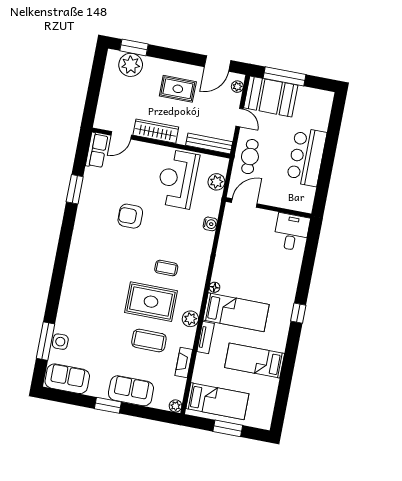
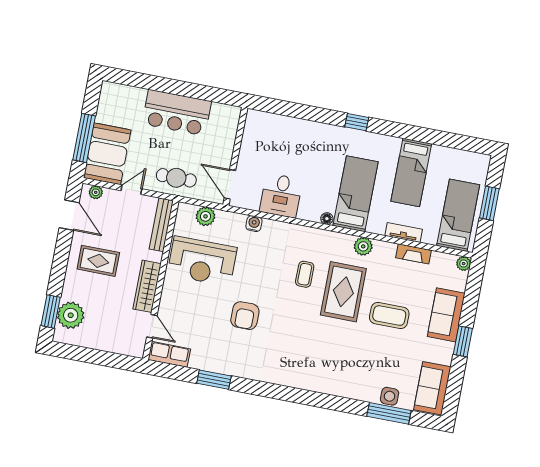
rug: (178, 89) -> (98, 261), turned 90
desk: (292, 232) -> (281, 196), moved, turned -90
tv unit: (206, 338) -> (404, 233), moved
coffee table: (149, 340) -> (389, 316), moved, turned 90

